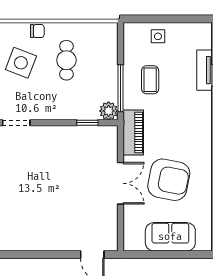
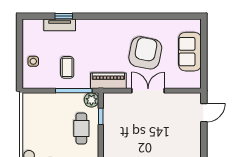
cafe table: (66, 60) -> (81, 129), moved, turned 90
coffee table: (150, 80) -> (67, 67), turned 90

